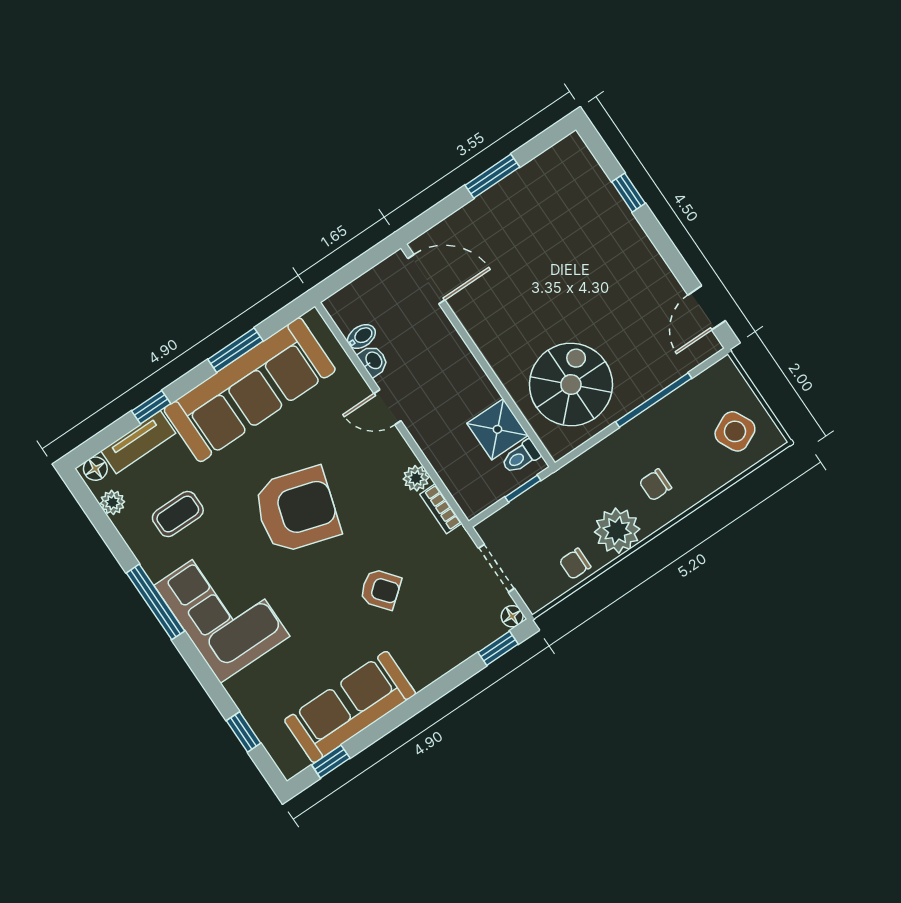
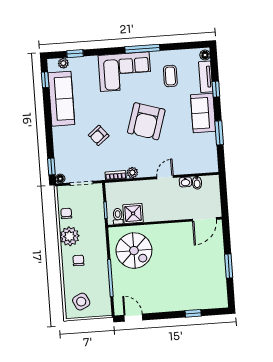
sofa: (250, 390) -> (203, 113), width x0.54, depth x0.79
plant: (112, 502) -> (63, 63), moved

